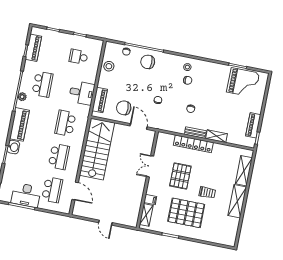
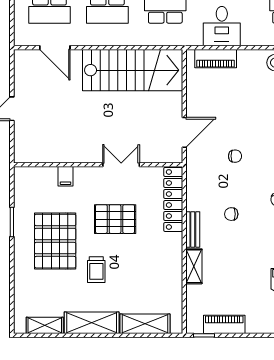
chair: (124, 108) -> (210, 101), removed
locker: (193, 144) -> (173, 199), moved
door: (75, 191) -> (55, 48), hinge flipped
shelving: (146, 215) -> (45, 325), moved

